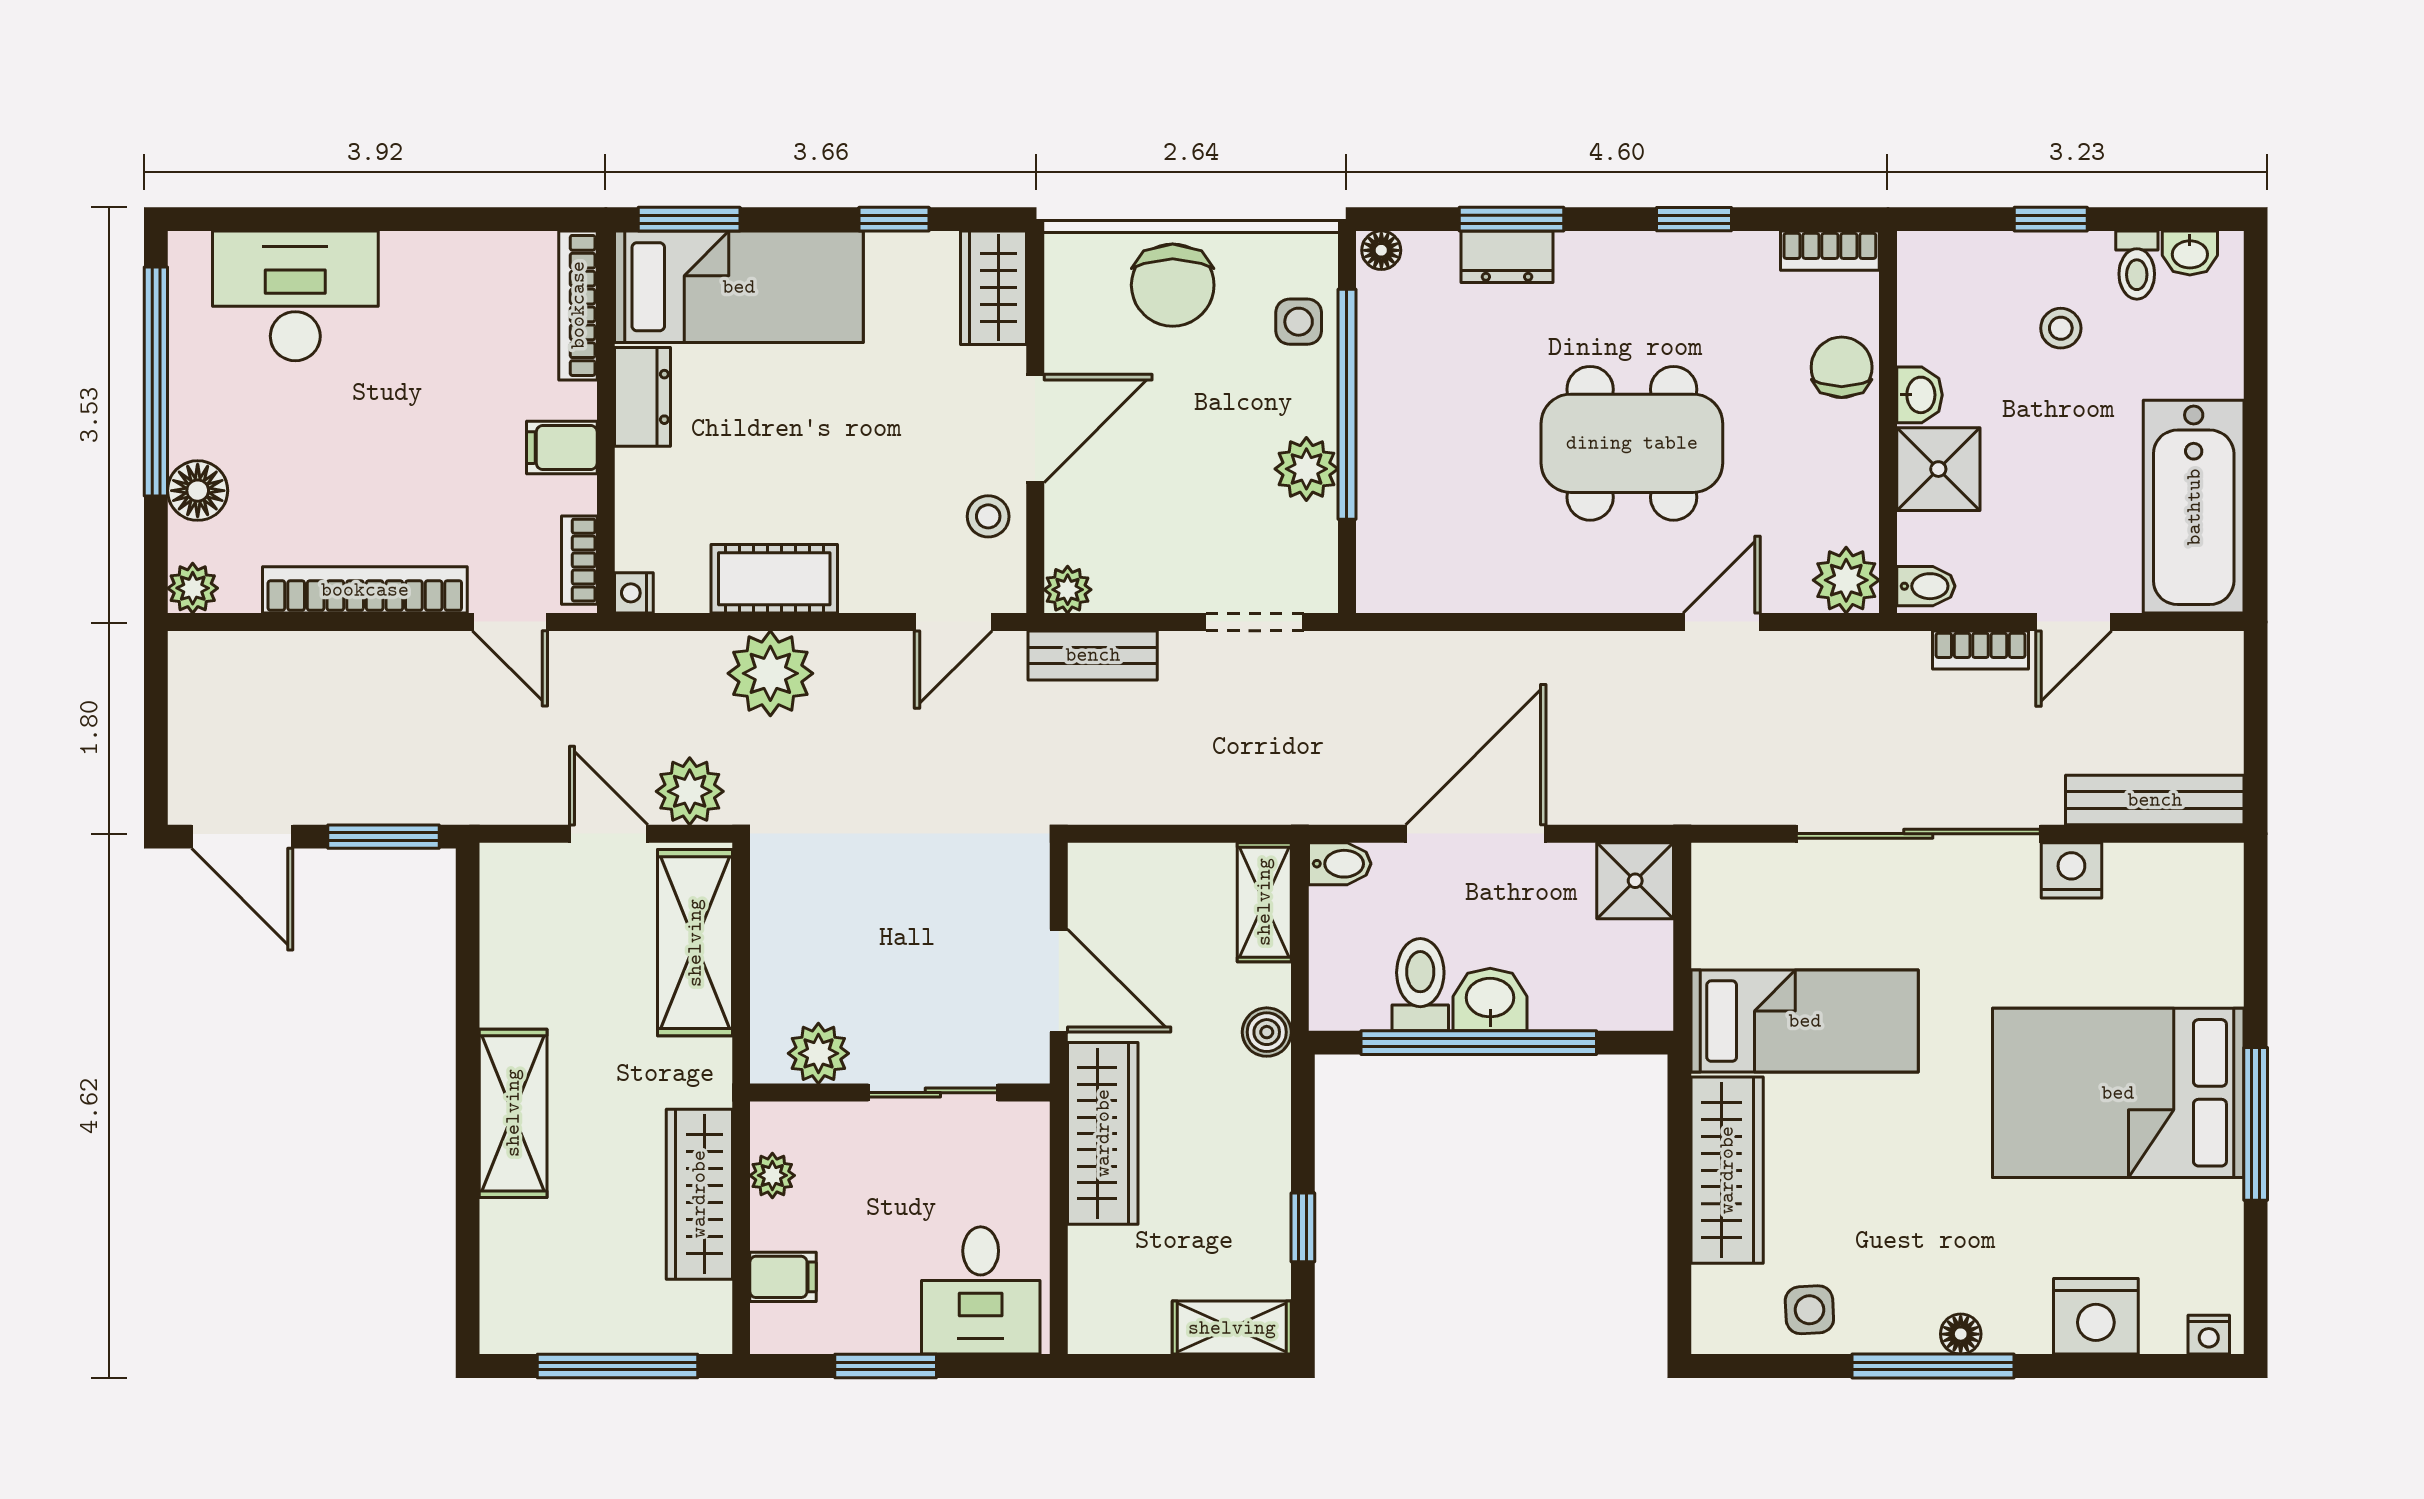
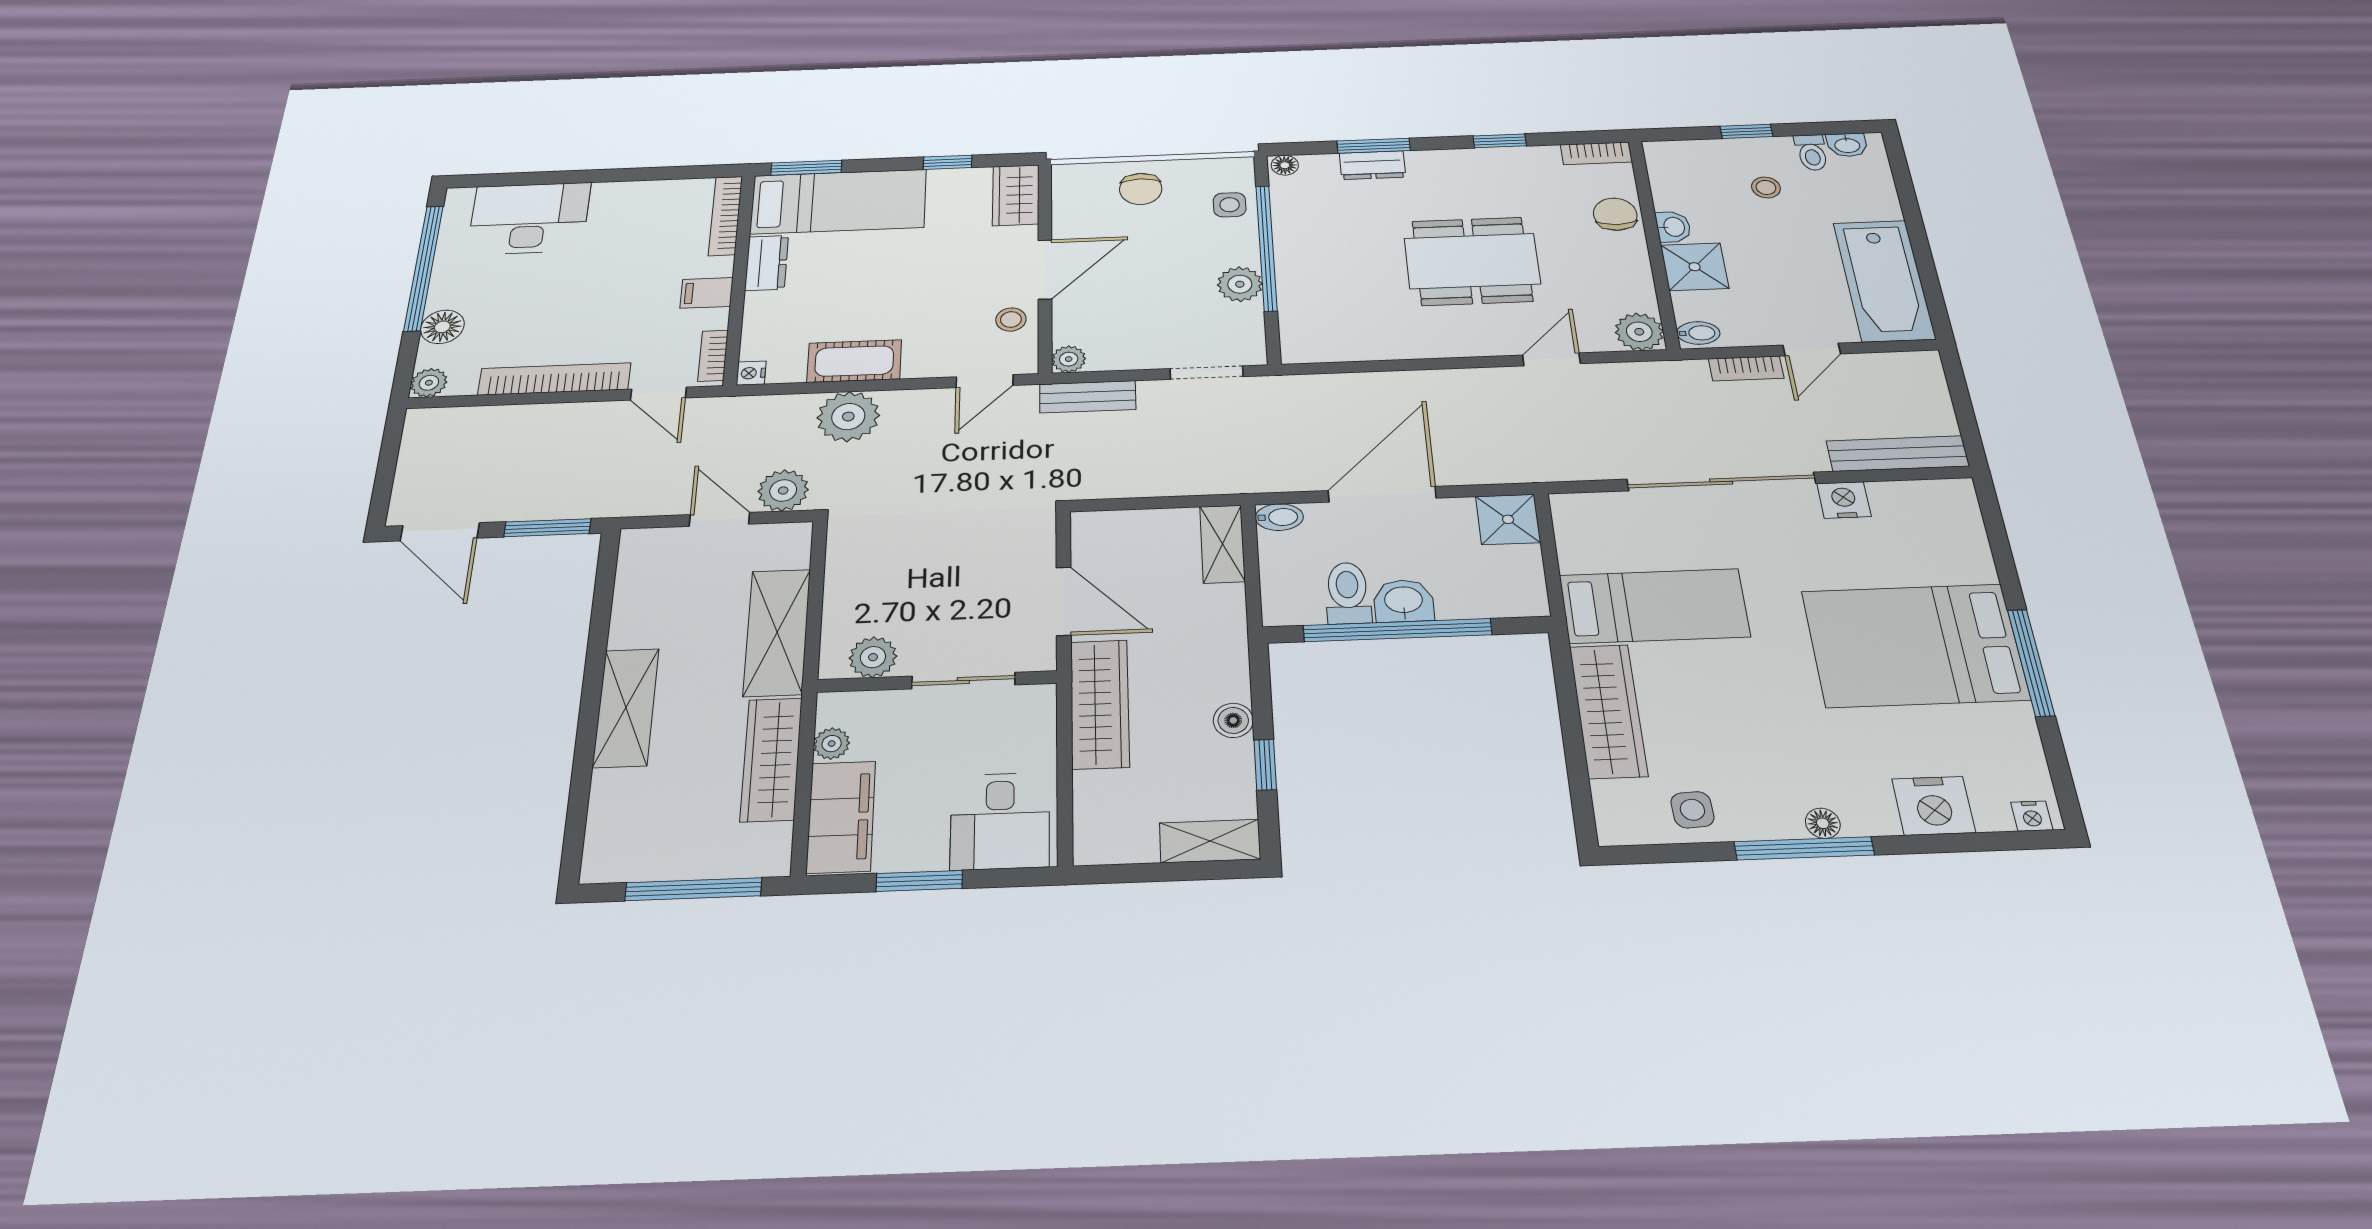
chair: (1173, 285) -> (1141, 189), width x0.73, depth x0.73
shelving: (695, 943) -> (777, 632), moved
boiler: (1267, 1032) -> (1233, 720), moved
filing cabinet: (783, 1277) -> (841, 817), width x3.00, depth x1.17

